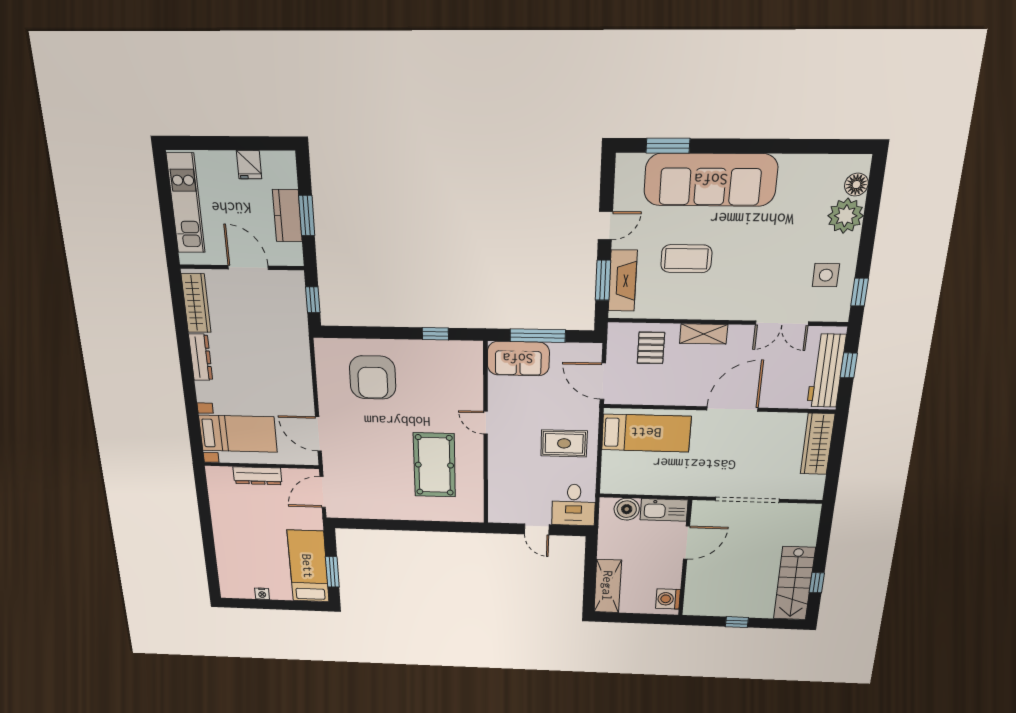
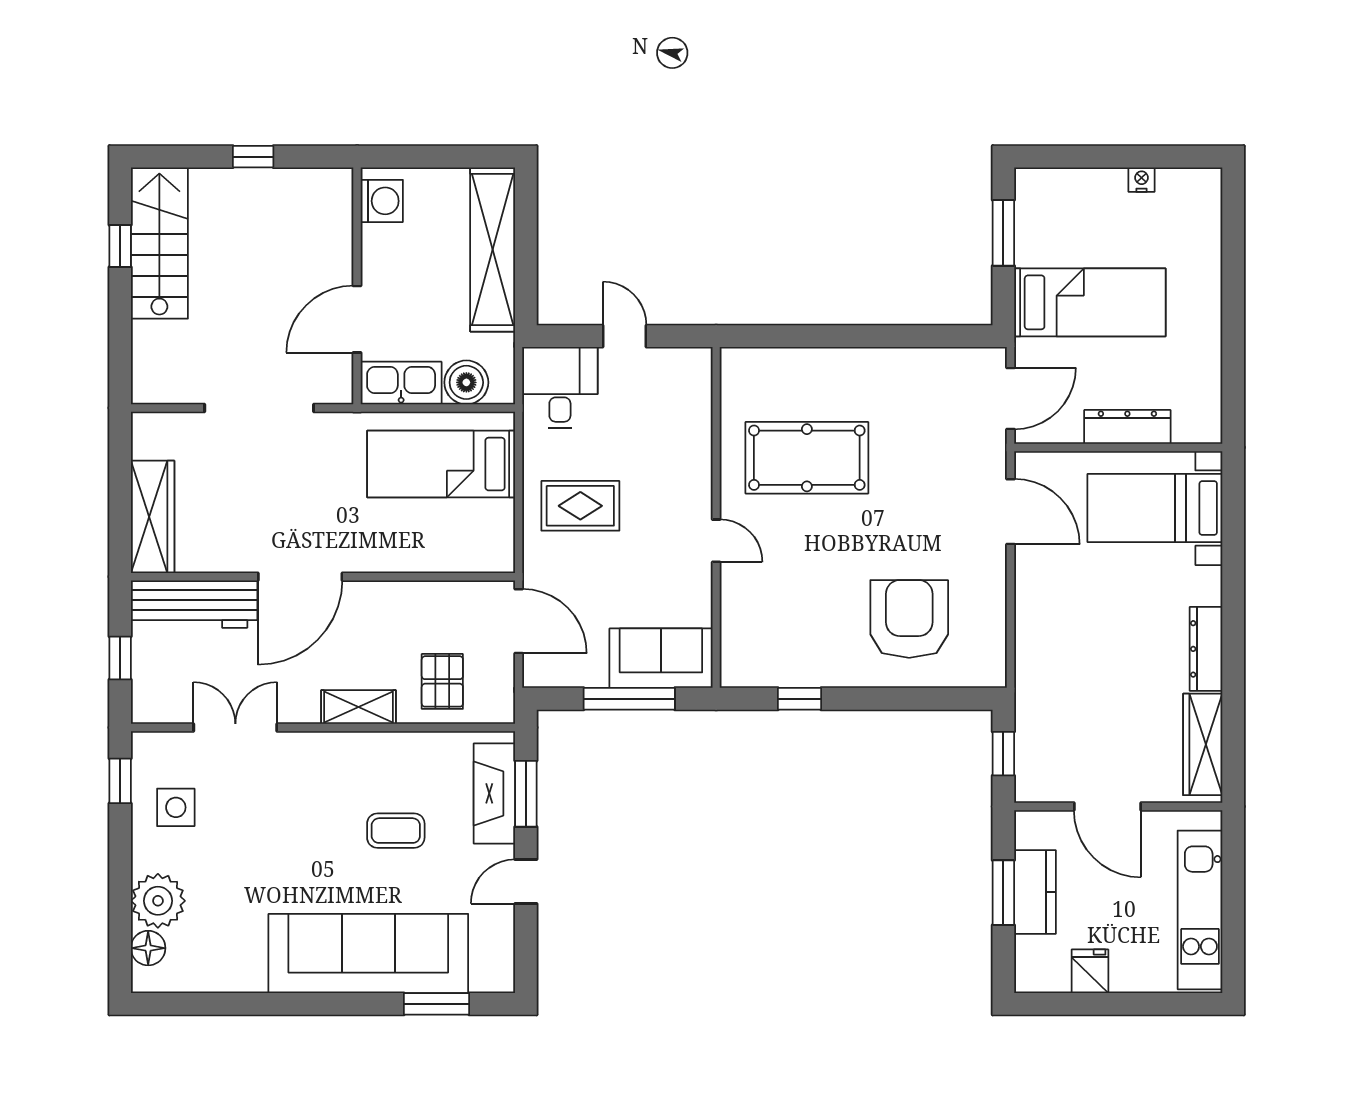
coffee table: (686, 259) -> (396, 831), width x0.73, depth x0.77
workbench: (826, 371) -> (194, 604), moved, turned 90
bed: (646, 433) -> (441, 464), moved
pool table: (434, 465) -> (807, 458), turned 90
bed: (308, 566) -> (1090, 302), moved, turned -90
shelving: (608, 586) -> (493, 249), width x1.47

